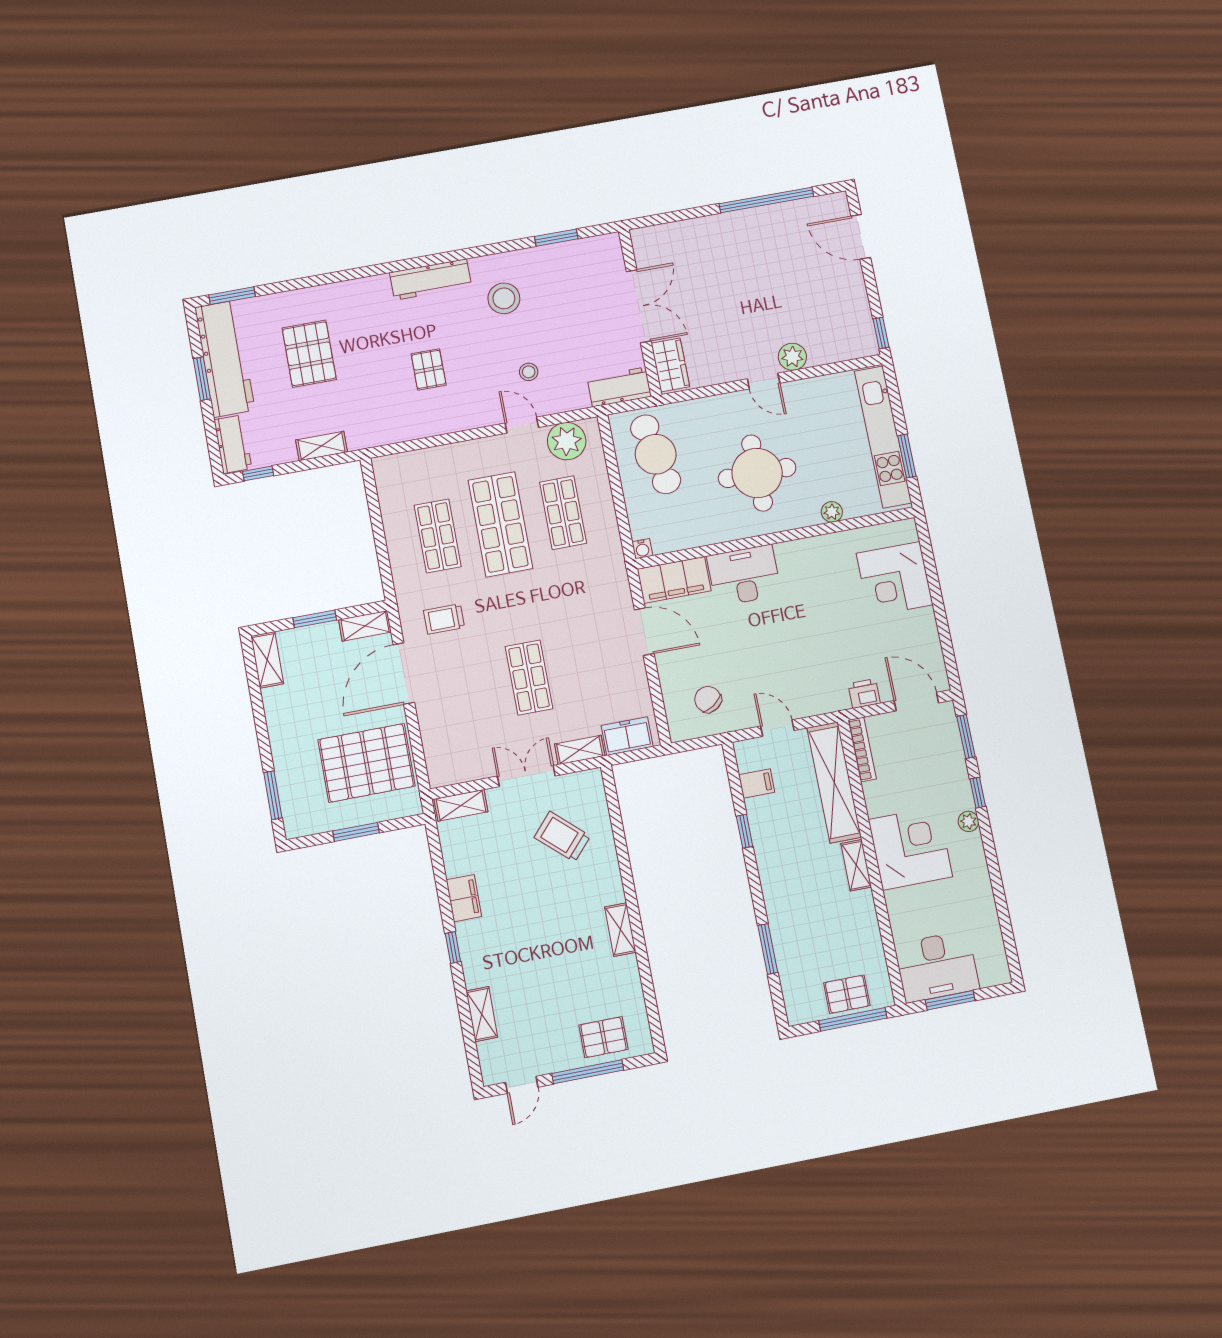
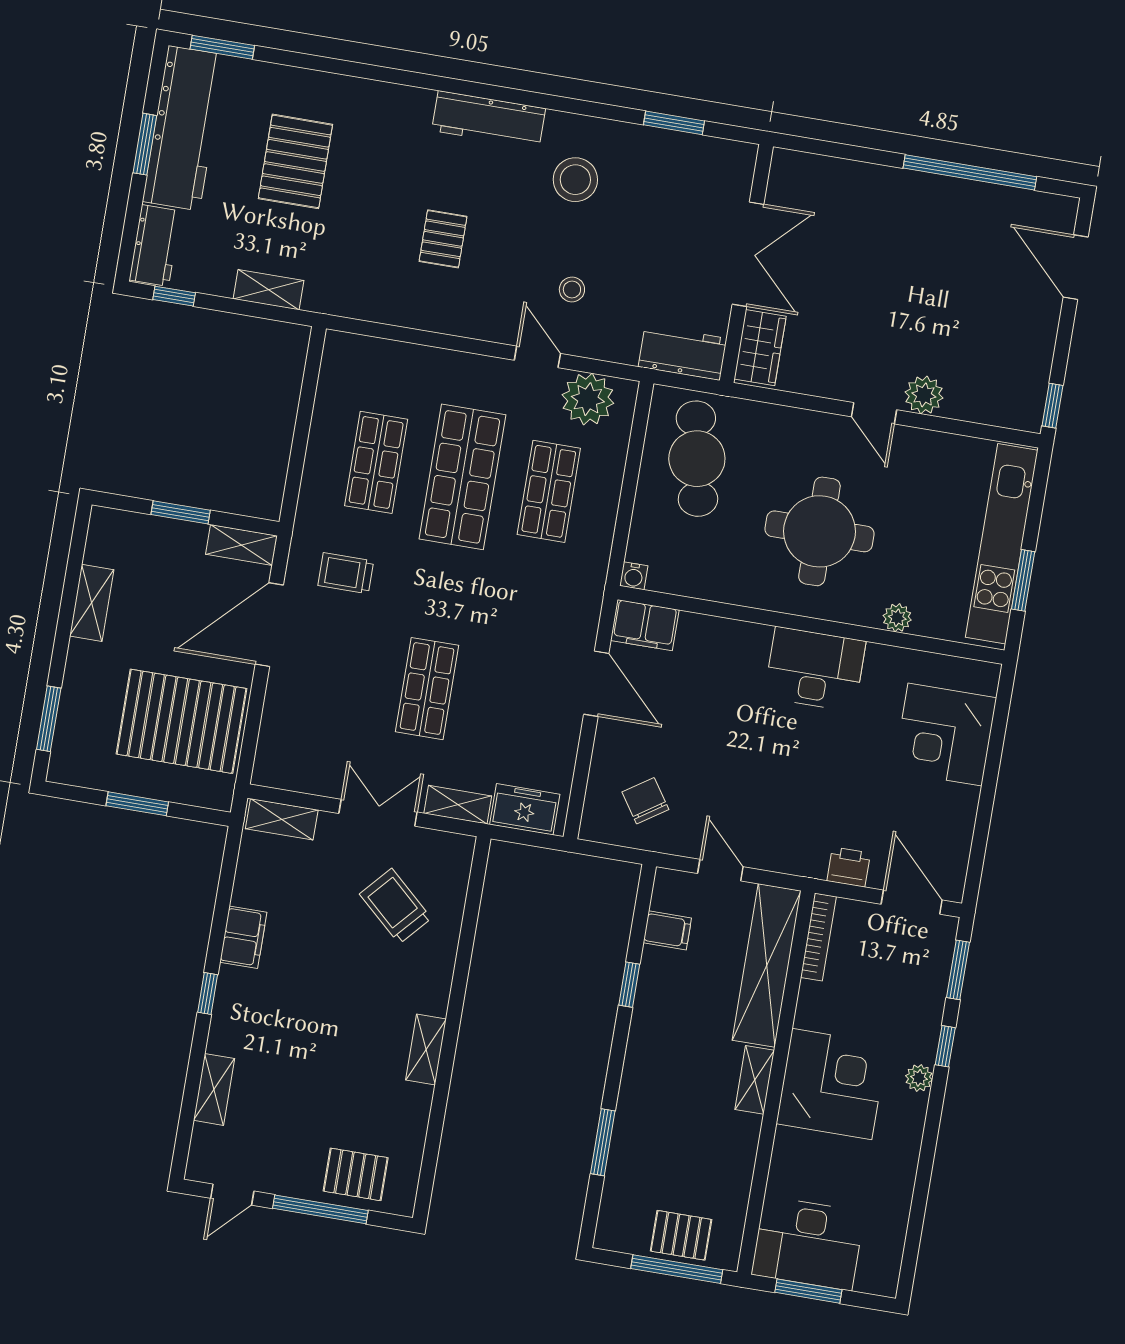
desk: (744, 575) -> (815, 669), moved
filing cabinet: (674, 580) -> (645, 625), width x0.67, depth x0.86
shelving: (267, 660) -> (92, 603), moved

